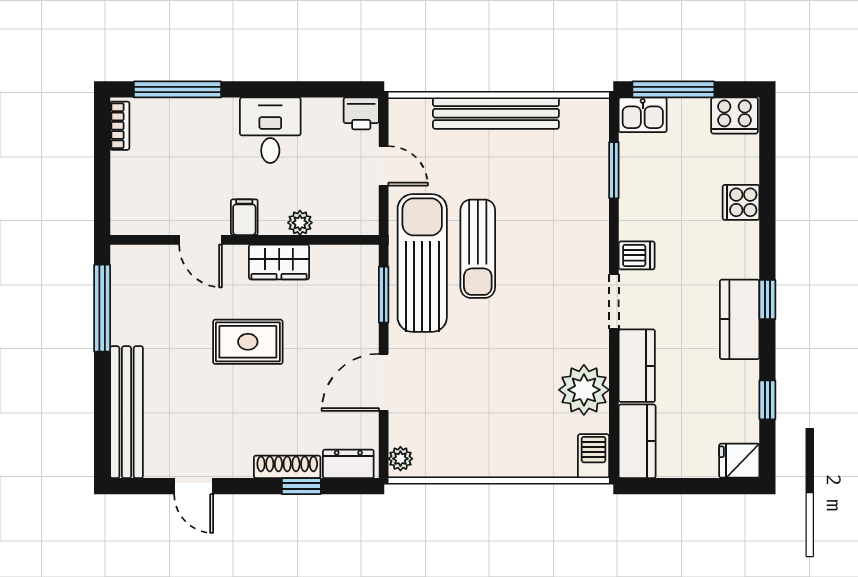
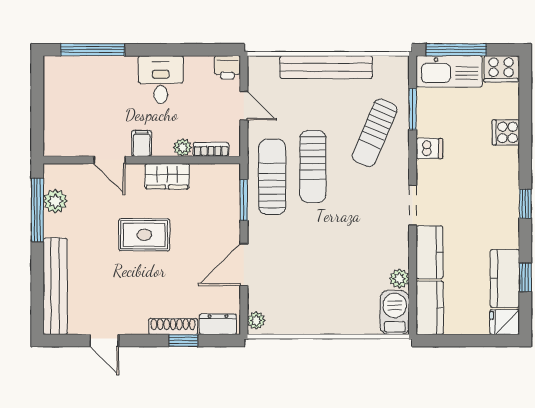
kitchen sink: (643, 115) -> (449, 71), width x1.88, depth x1.24
bookcase: (120, 126) -> (211, 149), moved, turned -90
sun lounger: (562, 203) -> (375, 133), added
dishwasher: (637, 255) -> (429, 149), moved
sun lounger: (422, 263) -> (272, 177), width x0.73, depth x0.75
plant: (127, 296) -> (55, 201), added
kitchen counter: (740, 319) -> (505, 278), moved
plant: (584, 390) -> (399, 279), width x0.53, depth x0.53
barbecue: (594, 456) -> (395, 313), width x1.38, depth x1.27

